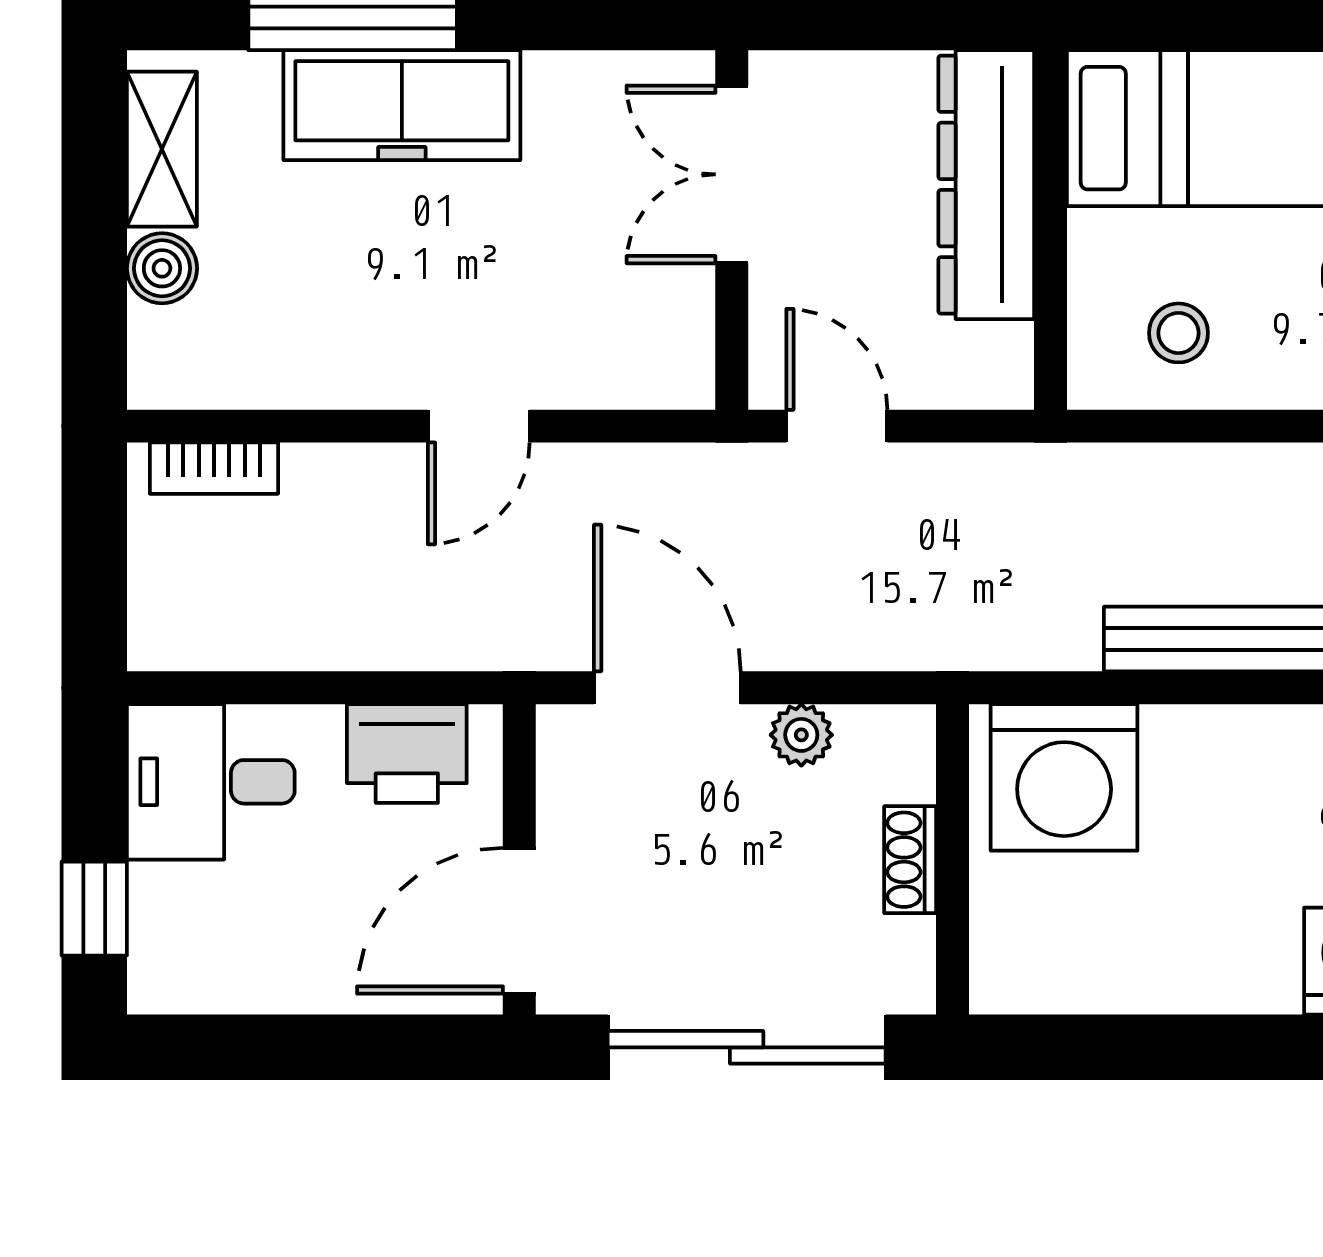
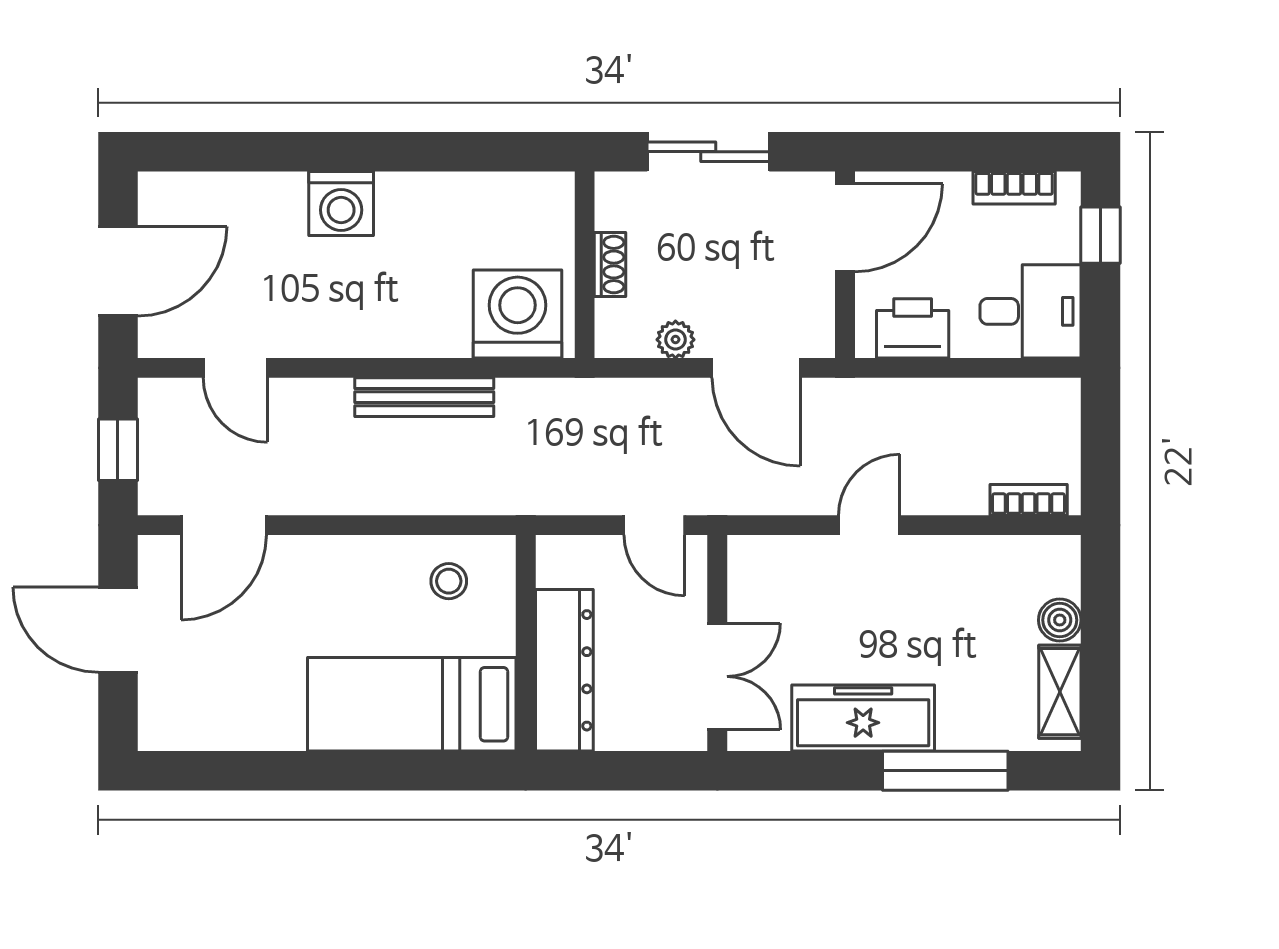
freezer: (402, 105) -> (863, 718), moved
bookcase: (238, 987) -> (1014, 188), added
sliding door: (747, 1047) -> (708, 152), width x0.73

